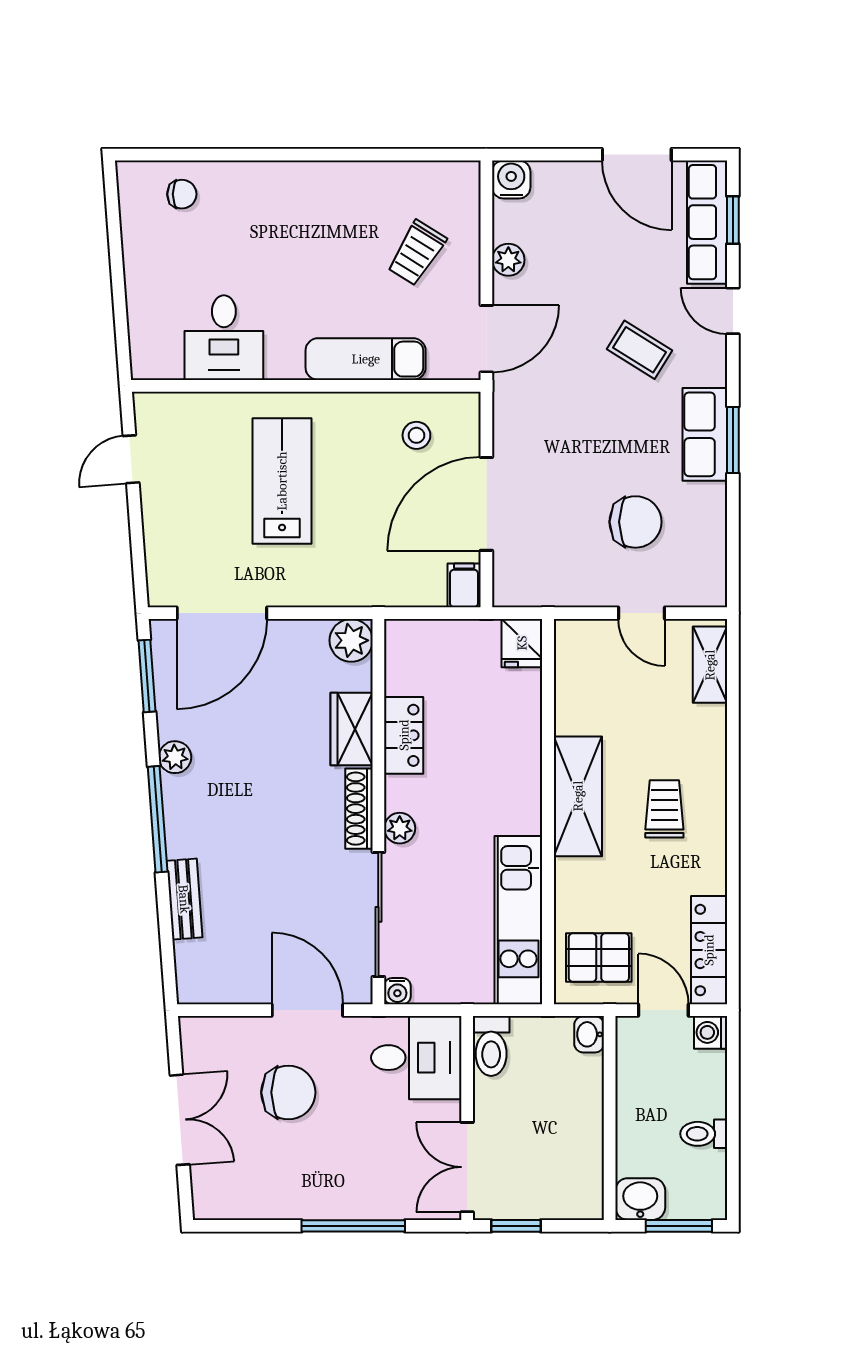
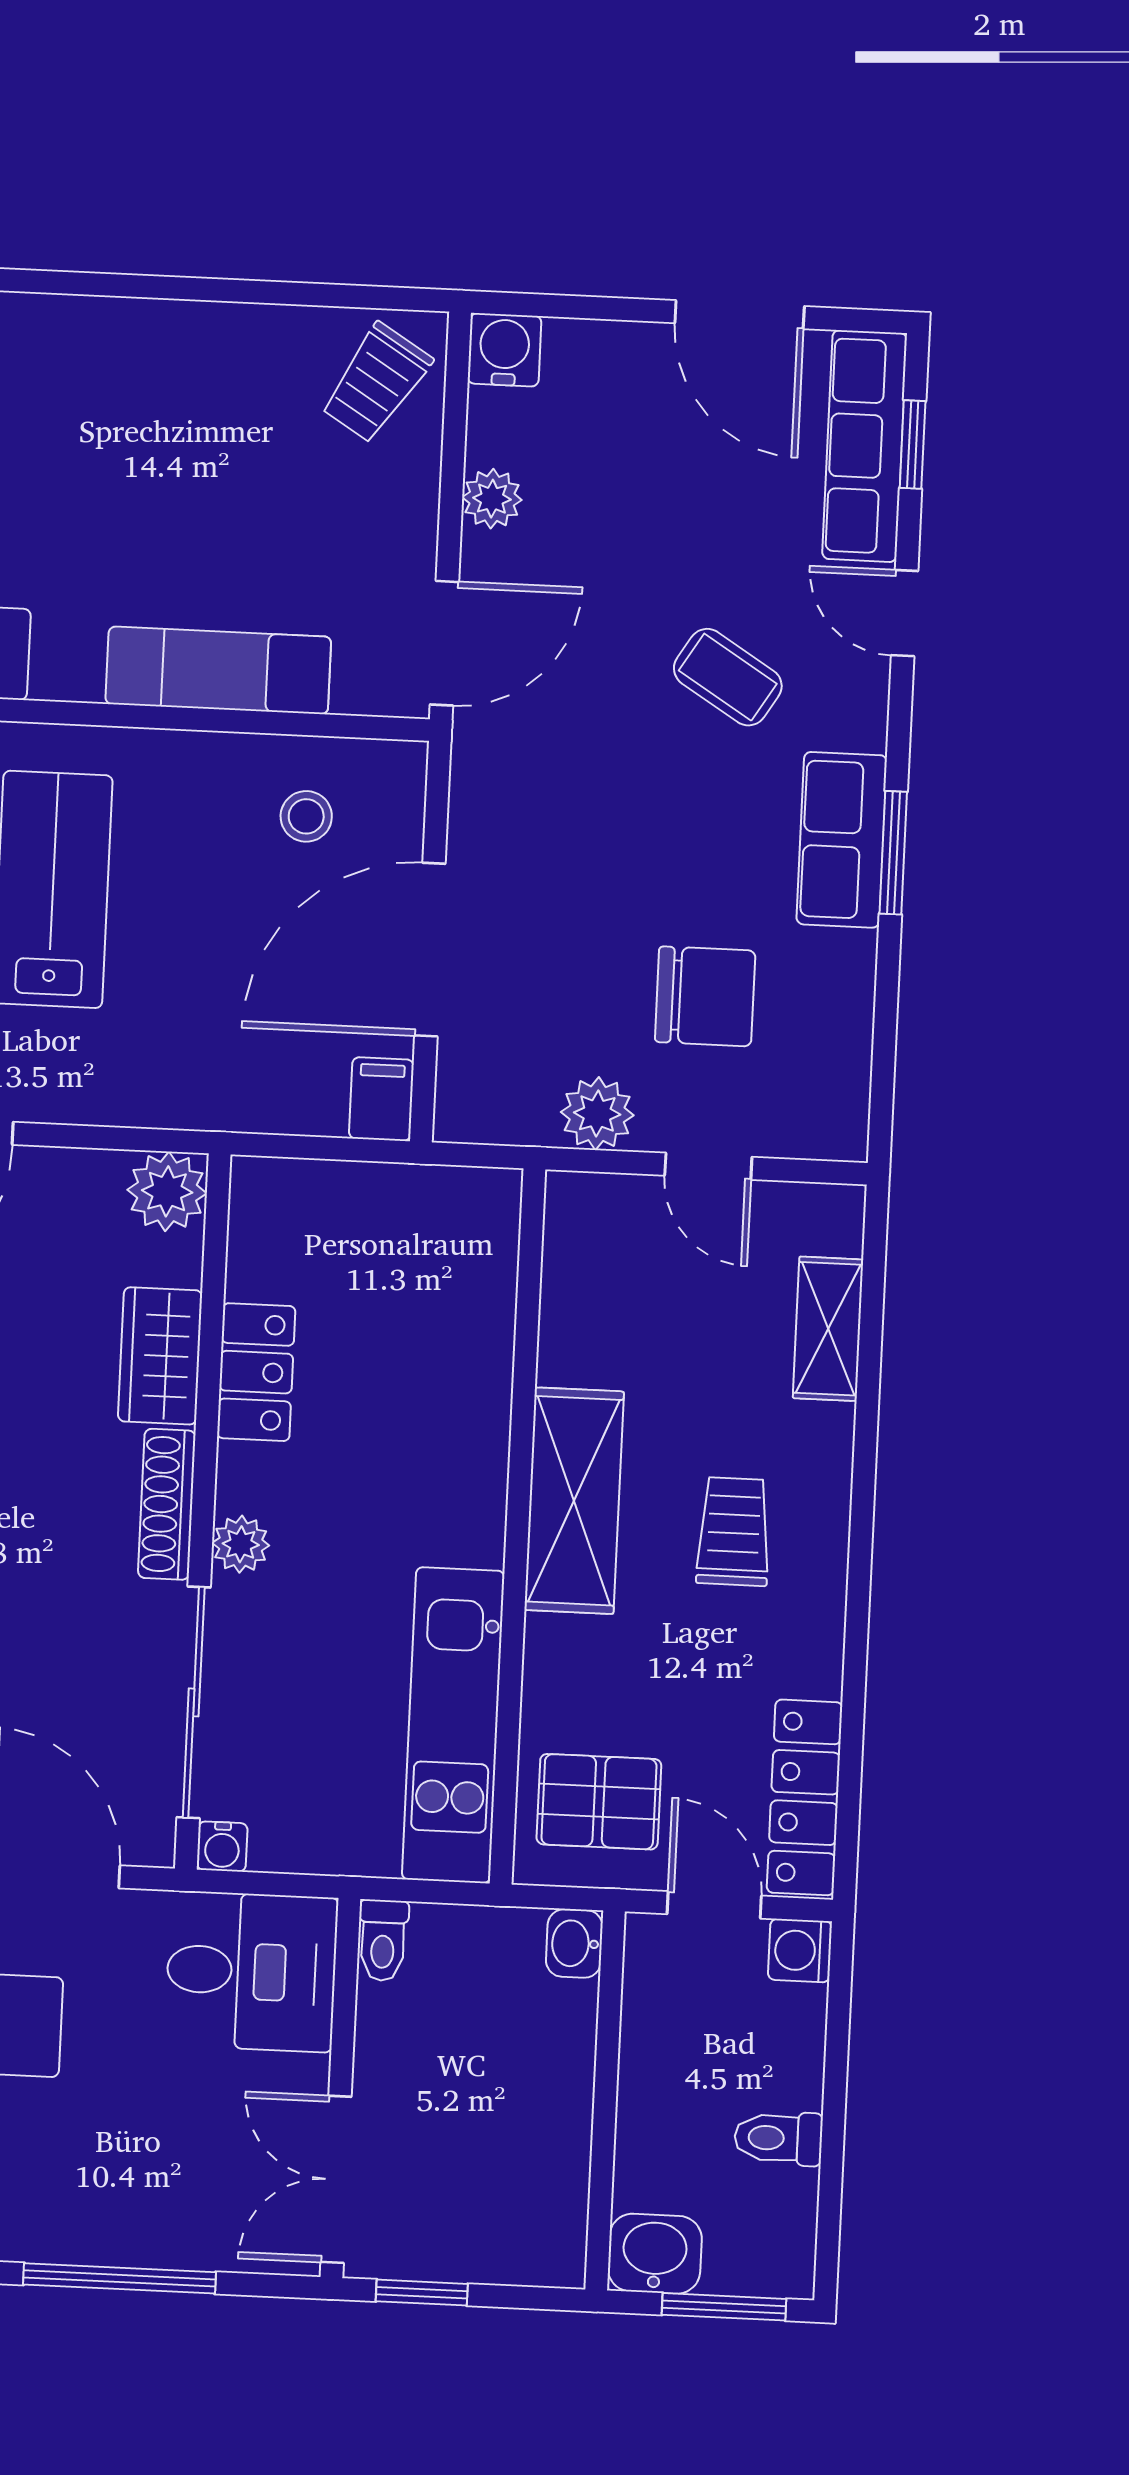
trolley: (417, 253) -> (376, 383), moved
plant: (580, 588) -> (597, 1114), added
fridge: (522, 643) -> (484, 1211), removed
shelving: (710, 665) -> (828, 1329), moved
toilet: (491, 1046) -> (383, 1940), width x0.73, depth x0.72

